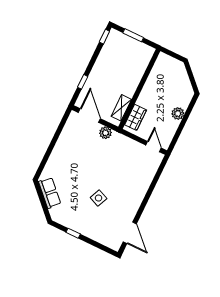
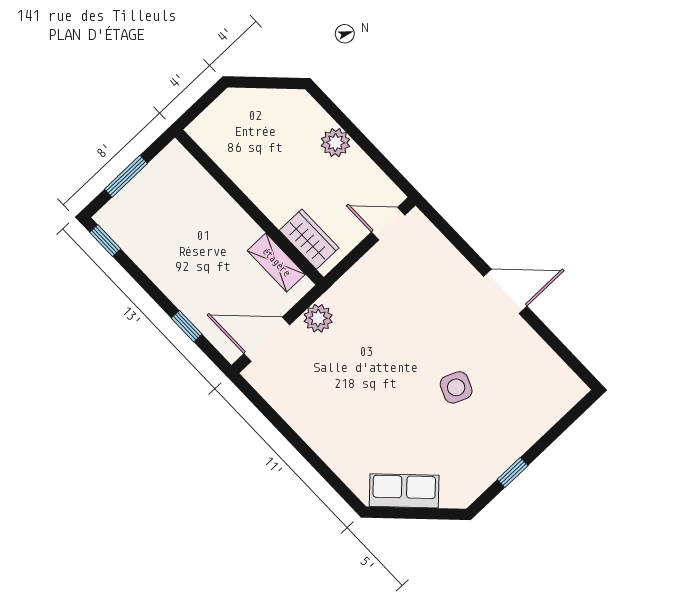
door: (130, 233) -> (505, 291), moved

